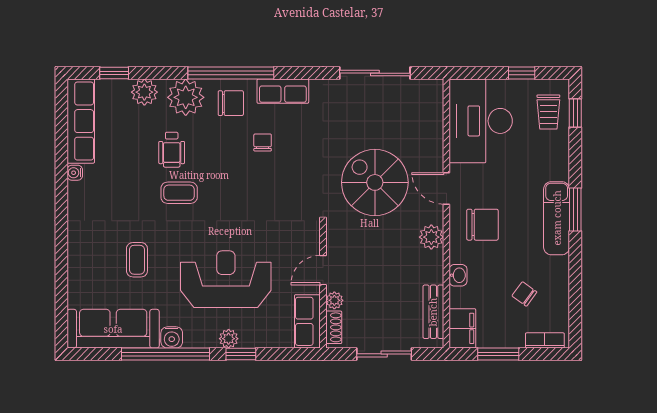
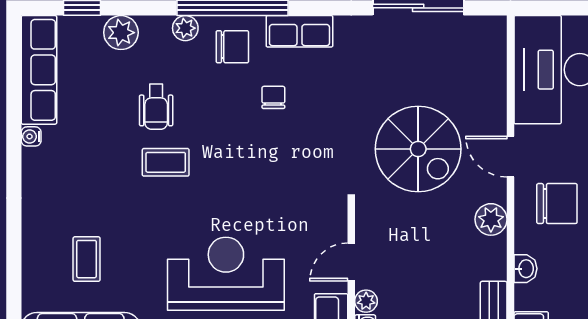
plant: (186, 97) -> (185, 28), width x0.53, depth x0.53
spiral stairs: (375, 182) -> (418, 149), turned 180
coffee table: (137, 260) -> (87, 259), moved

